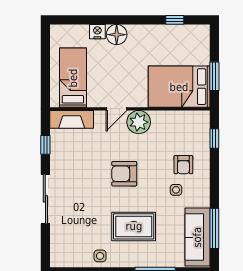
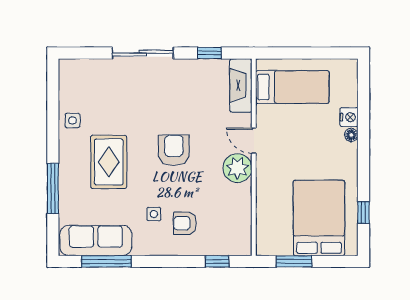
floor lamp: (117, 35) -> (351, 135), width x0.53, depth x0.53
bed: (179, 87) -> (319, 218), moved

